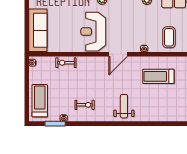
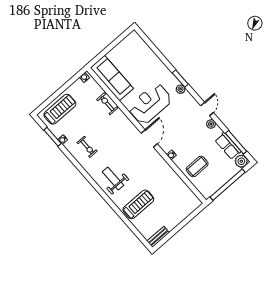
sofa: (38, 30) -> (112, 78), moved, turned -90
door: (118, 54) -> (149, 139), swing flipped
treadmill: (158, 76) -> (138, 204), moved, turned 90
weight bench: (124, 106) -> (113, 178), turned -90

